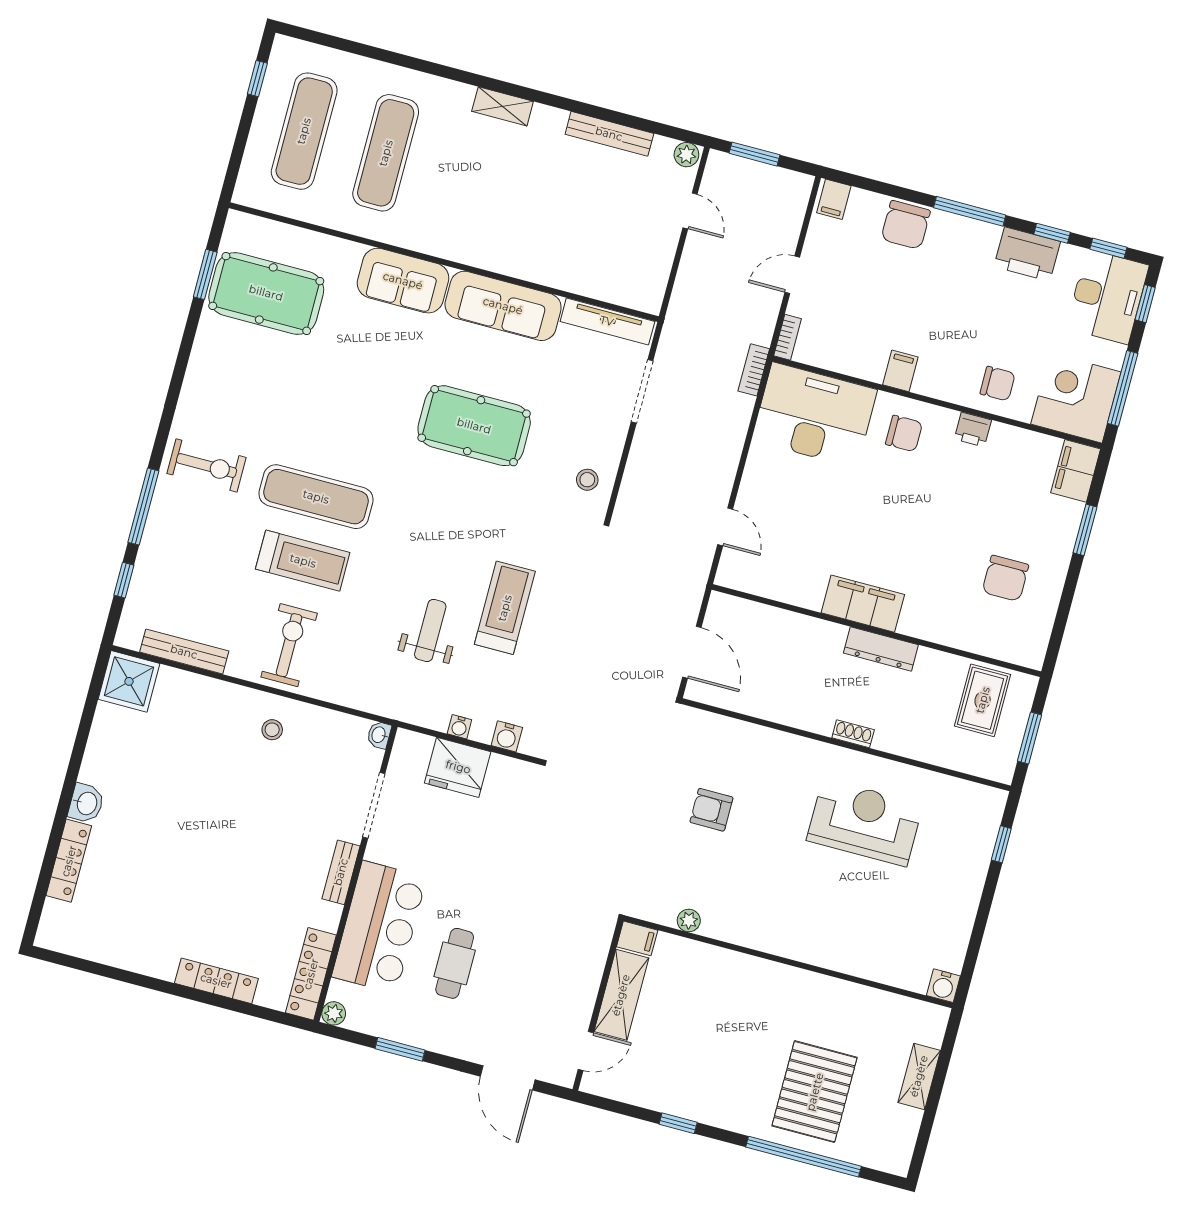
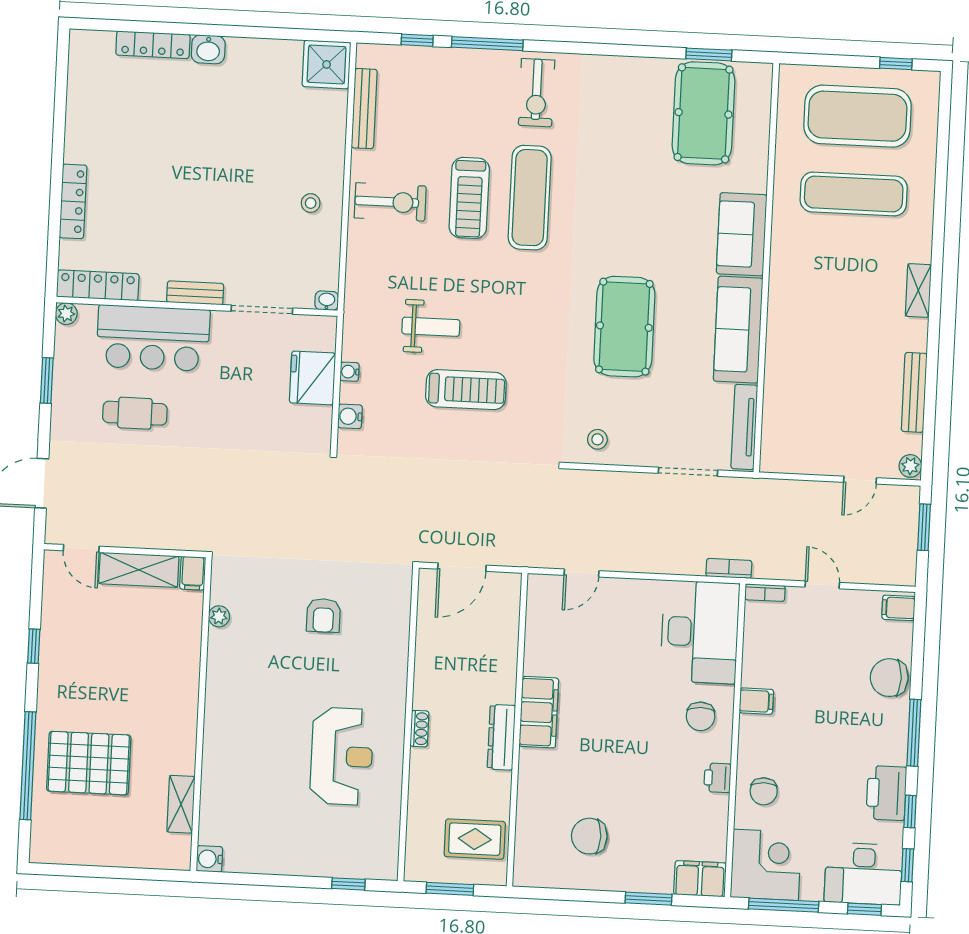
exercise mat: (304, 131) -> (858, 116), width x1.47
armchair: (711, 810) -> (323, 615), turned 180
shelving: (919, 1076) -> (181, 804), moved, turned 90

